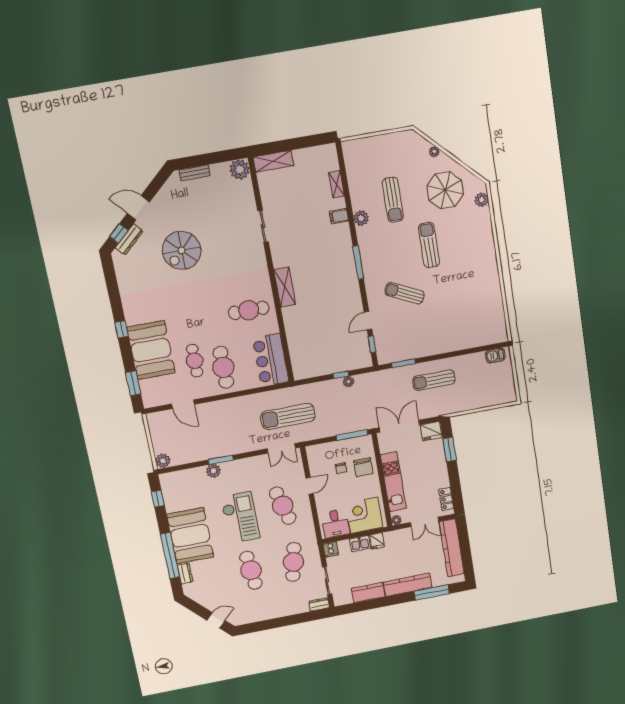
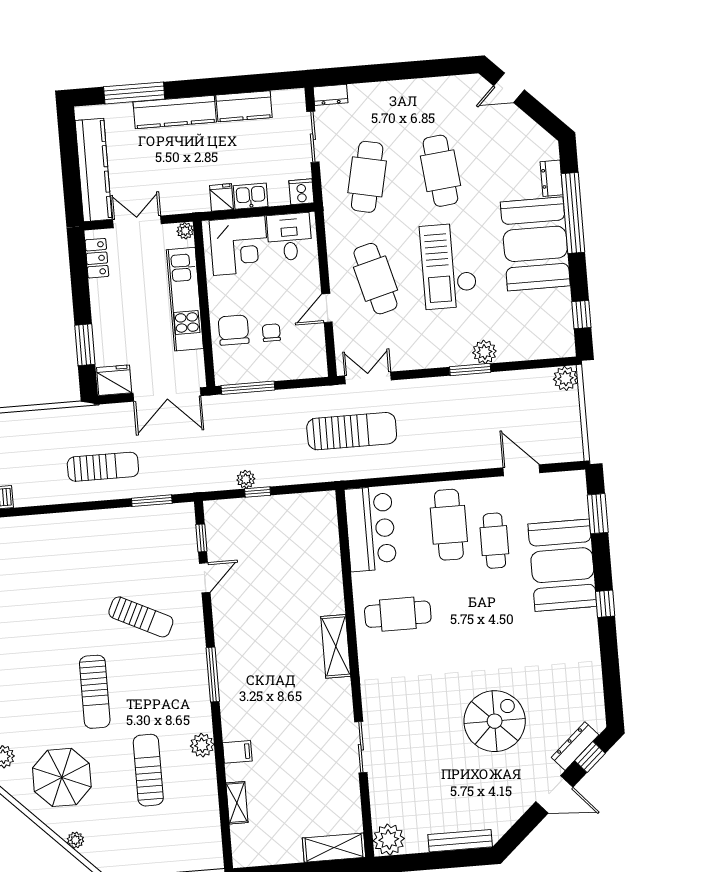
bench: (195, 173) -> (460, 841), width x1.36

